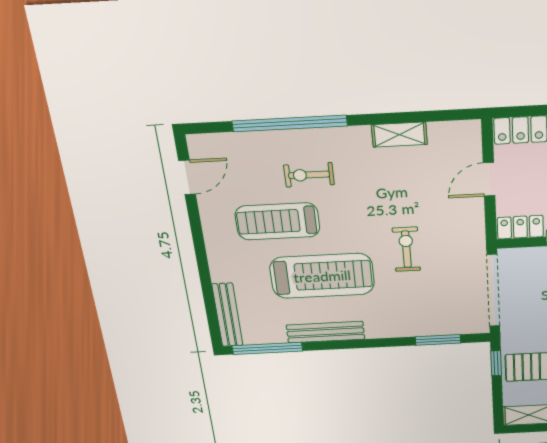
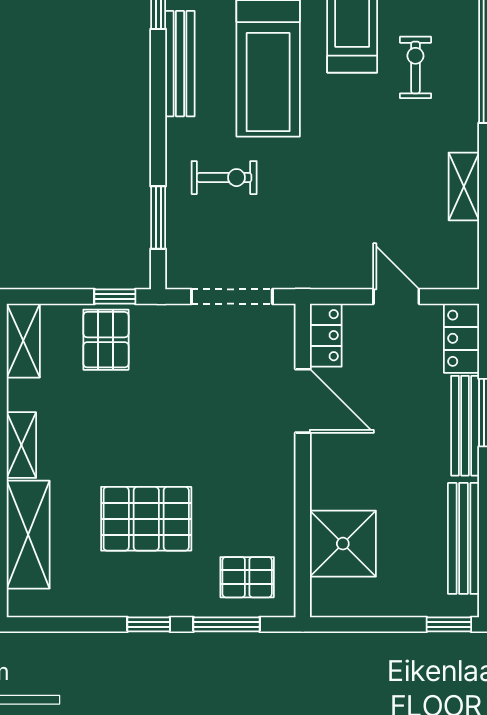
exercise bike: (406, 249) -> (224, 178), moved
doorway: (493, 291) -> (232, 297), width x0.73

